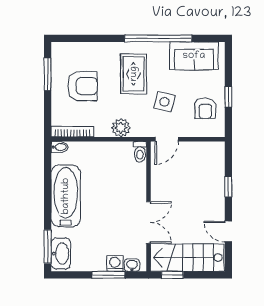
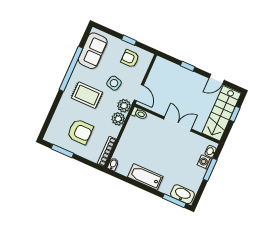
armchair: (83, 86) -> (80, 132), turned 90
armchair: (205, 108) -> (130, 59), turned 180
plant: (141, 128) -> (124, 106), added
bathtub: (66, 196) -> (145, 177), width x0.73, depth x0.73
double door: (148, 223) -> (178, 124), moved
window: (172, 275) -> (235, 114), moved

